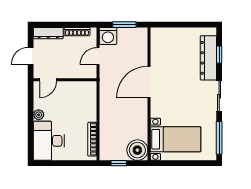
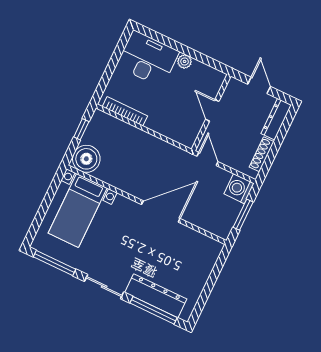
window: (219, 55) -> (154, 310), width x2.17
door: (98, 56) -> (207, 159), moved
door: (48, 80) -> (212, 110), moved
door: (149, 82) -> (161, 211), hinge flipped

